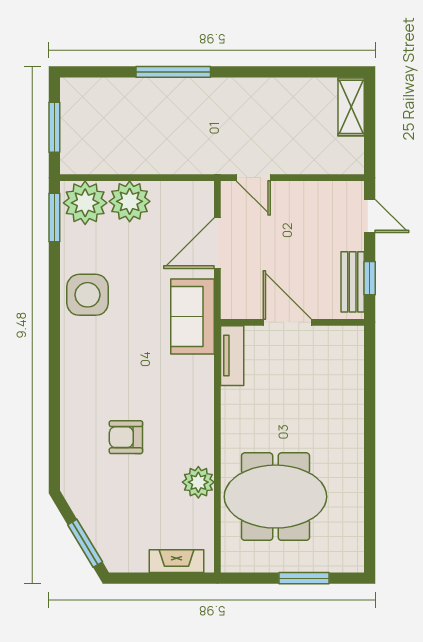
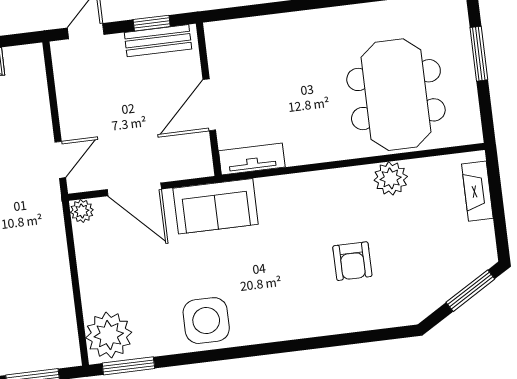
plant: (130, 201) -> (82, 211), moved, width x0.53, depth x0.53

